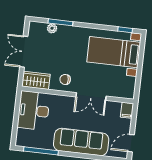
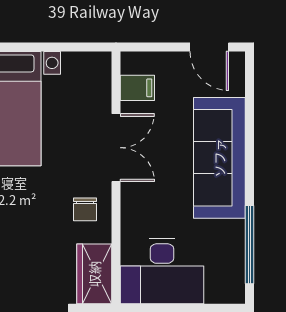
filing cabinet: (127, 110) -> (137, 88), moved

